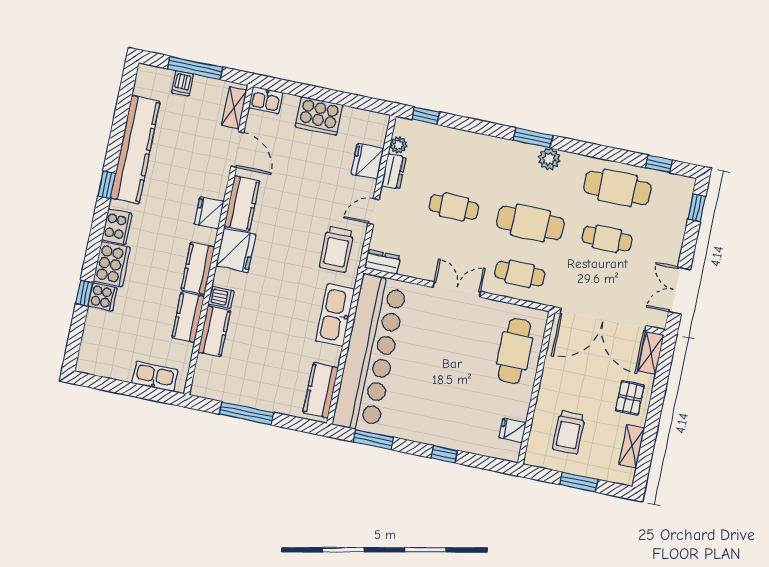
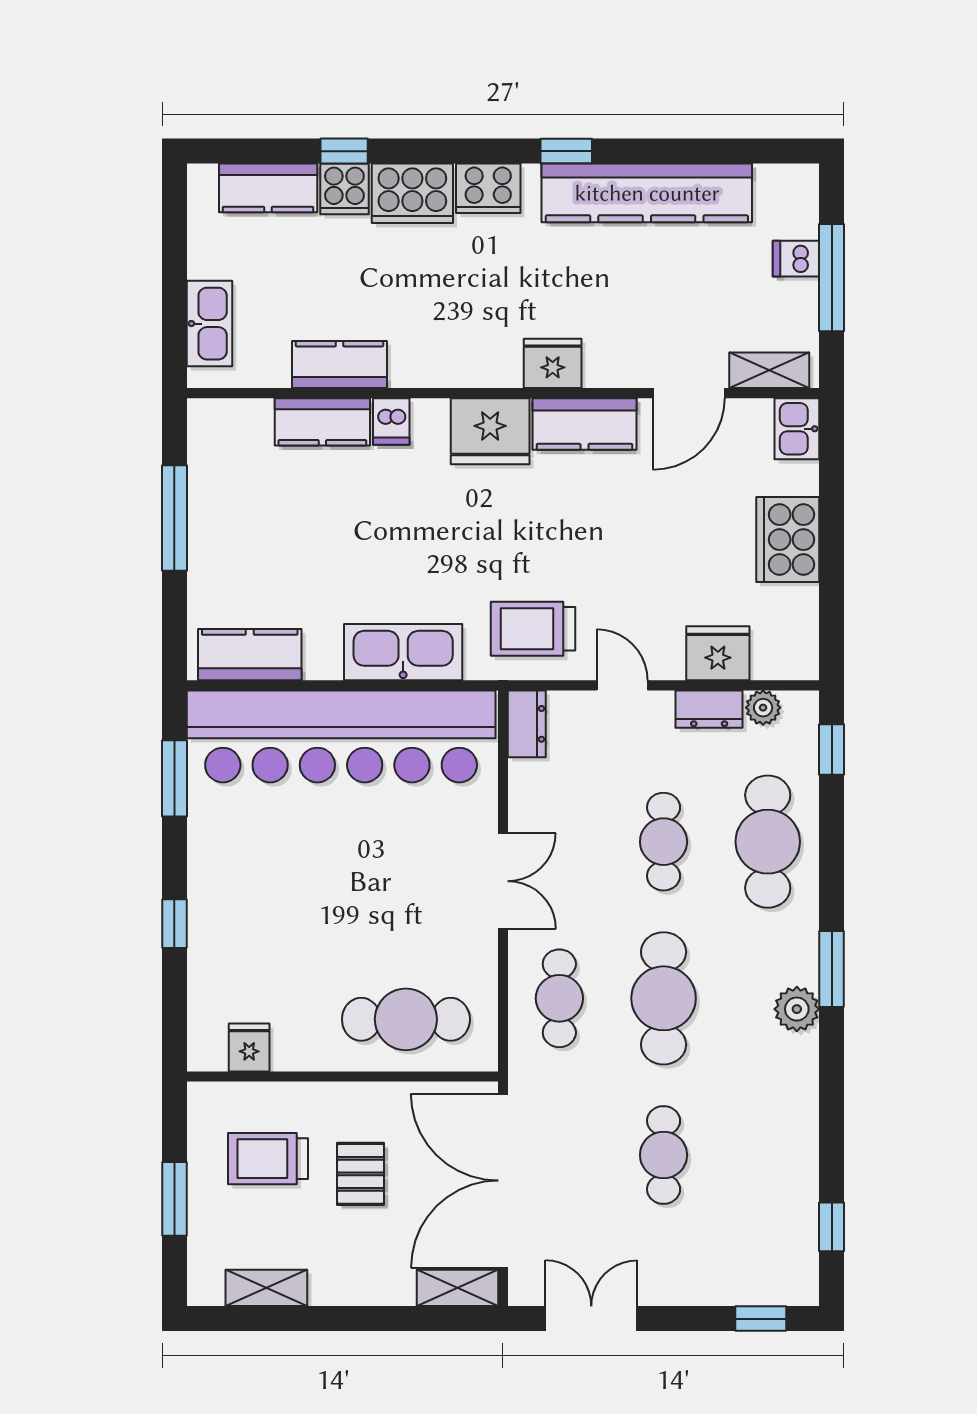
cafe table: (617, 188) -> (768, 842), moved
kitchen counter: (198, 268) -> (268, 188), moved, turned 180
pallet: (630, 398) -> (361, 1174), moved, turned 90

